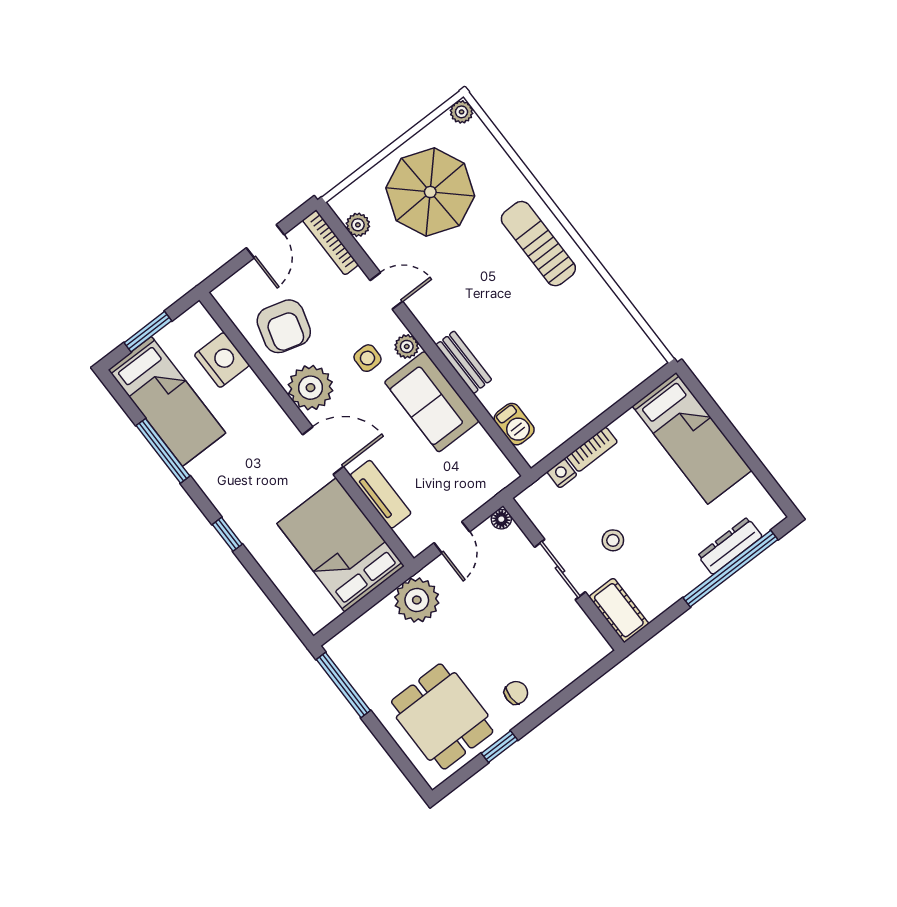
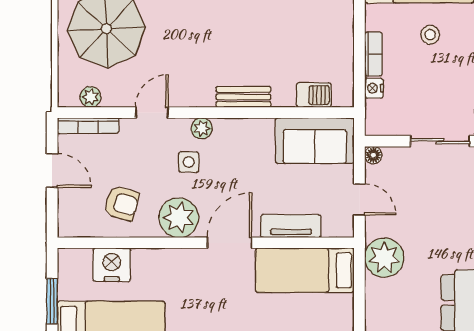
armchair: (284, 326) -> (121, 203), width x0.72, depth x0.72
sofa: (432, 402) -> (315, 141), moved
stool: (613, 540) -> (430, 35), moved
bed: (341, 545) -> (305, 270), width x0.67

